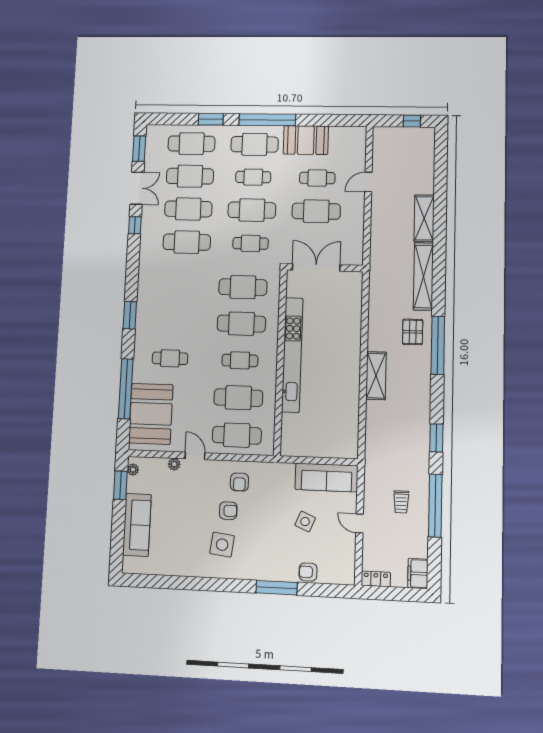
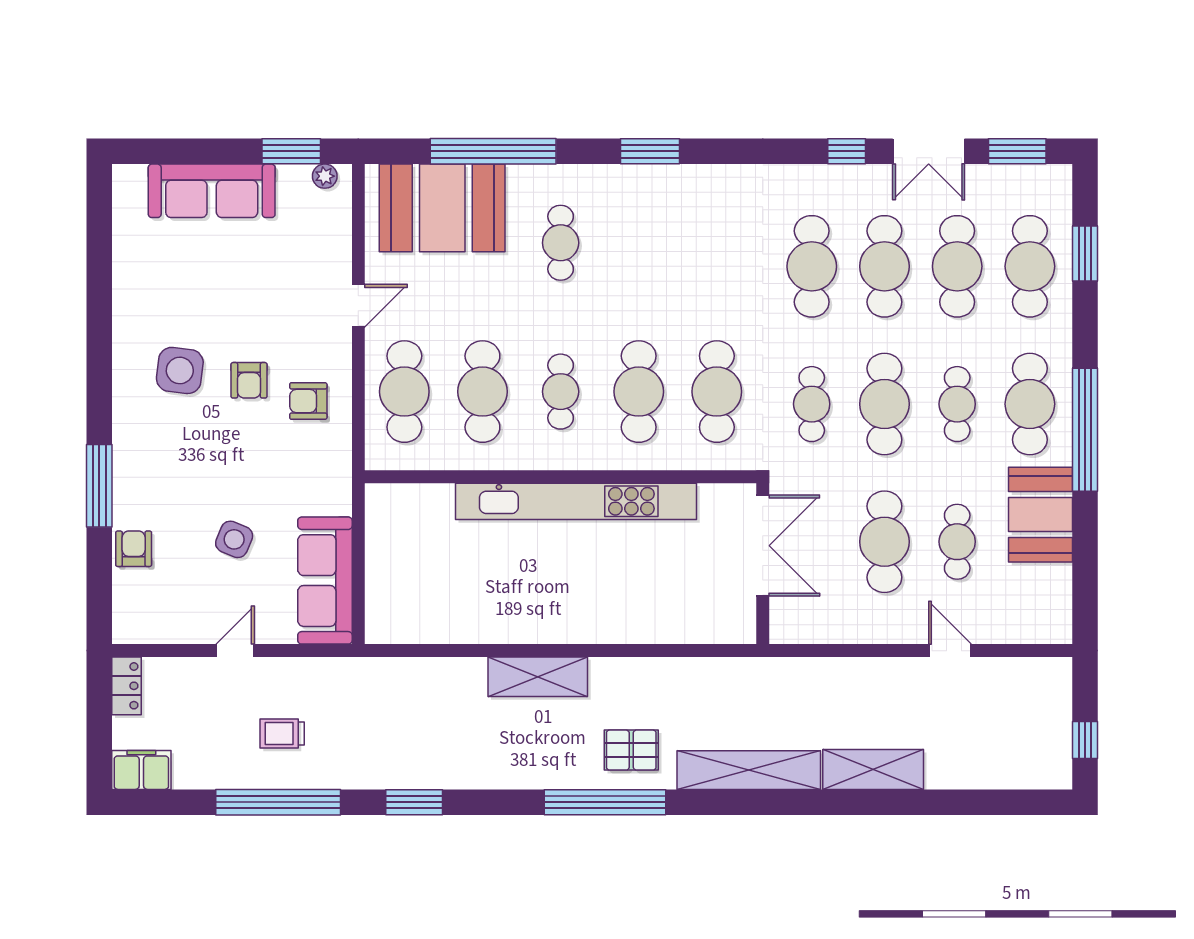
window: (211, 119) -> (1085, 254), moved
plant: (174, 464) -> (339, 263), removed

